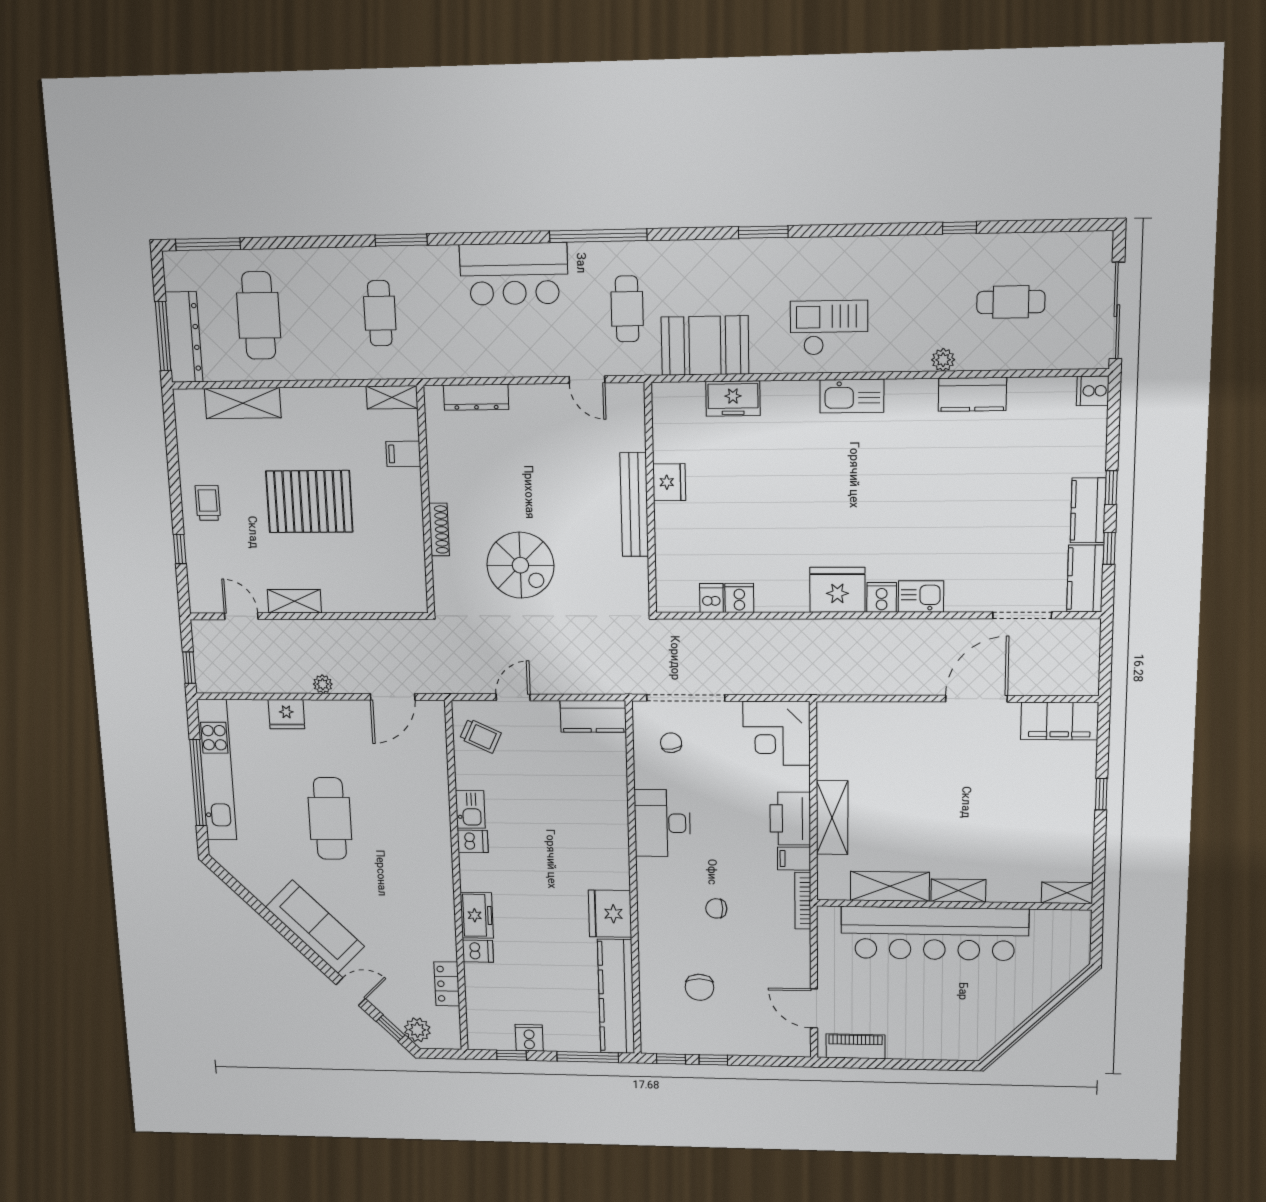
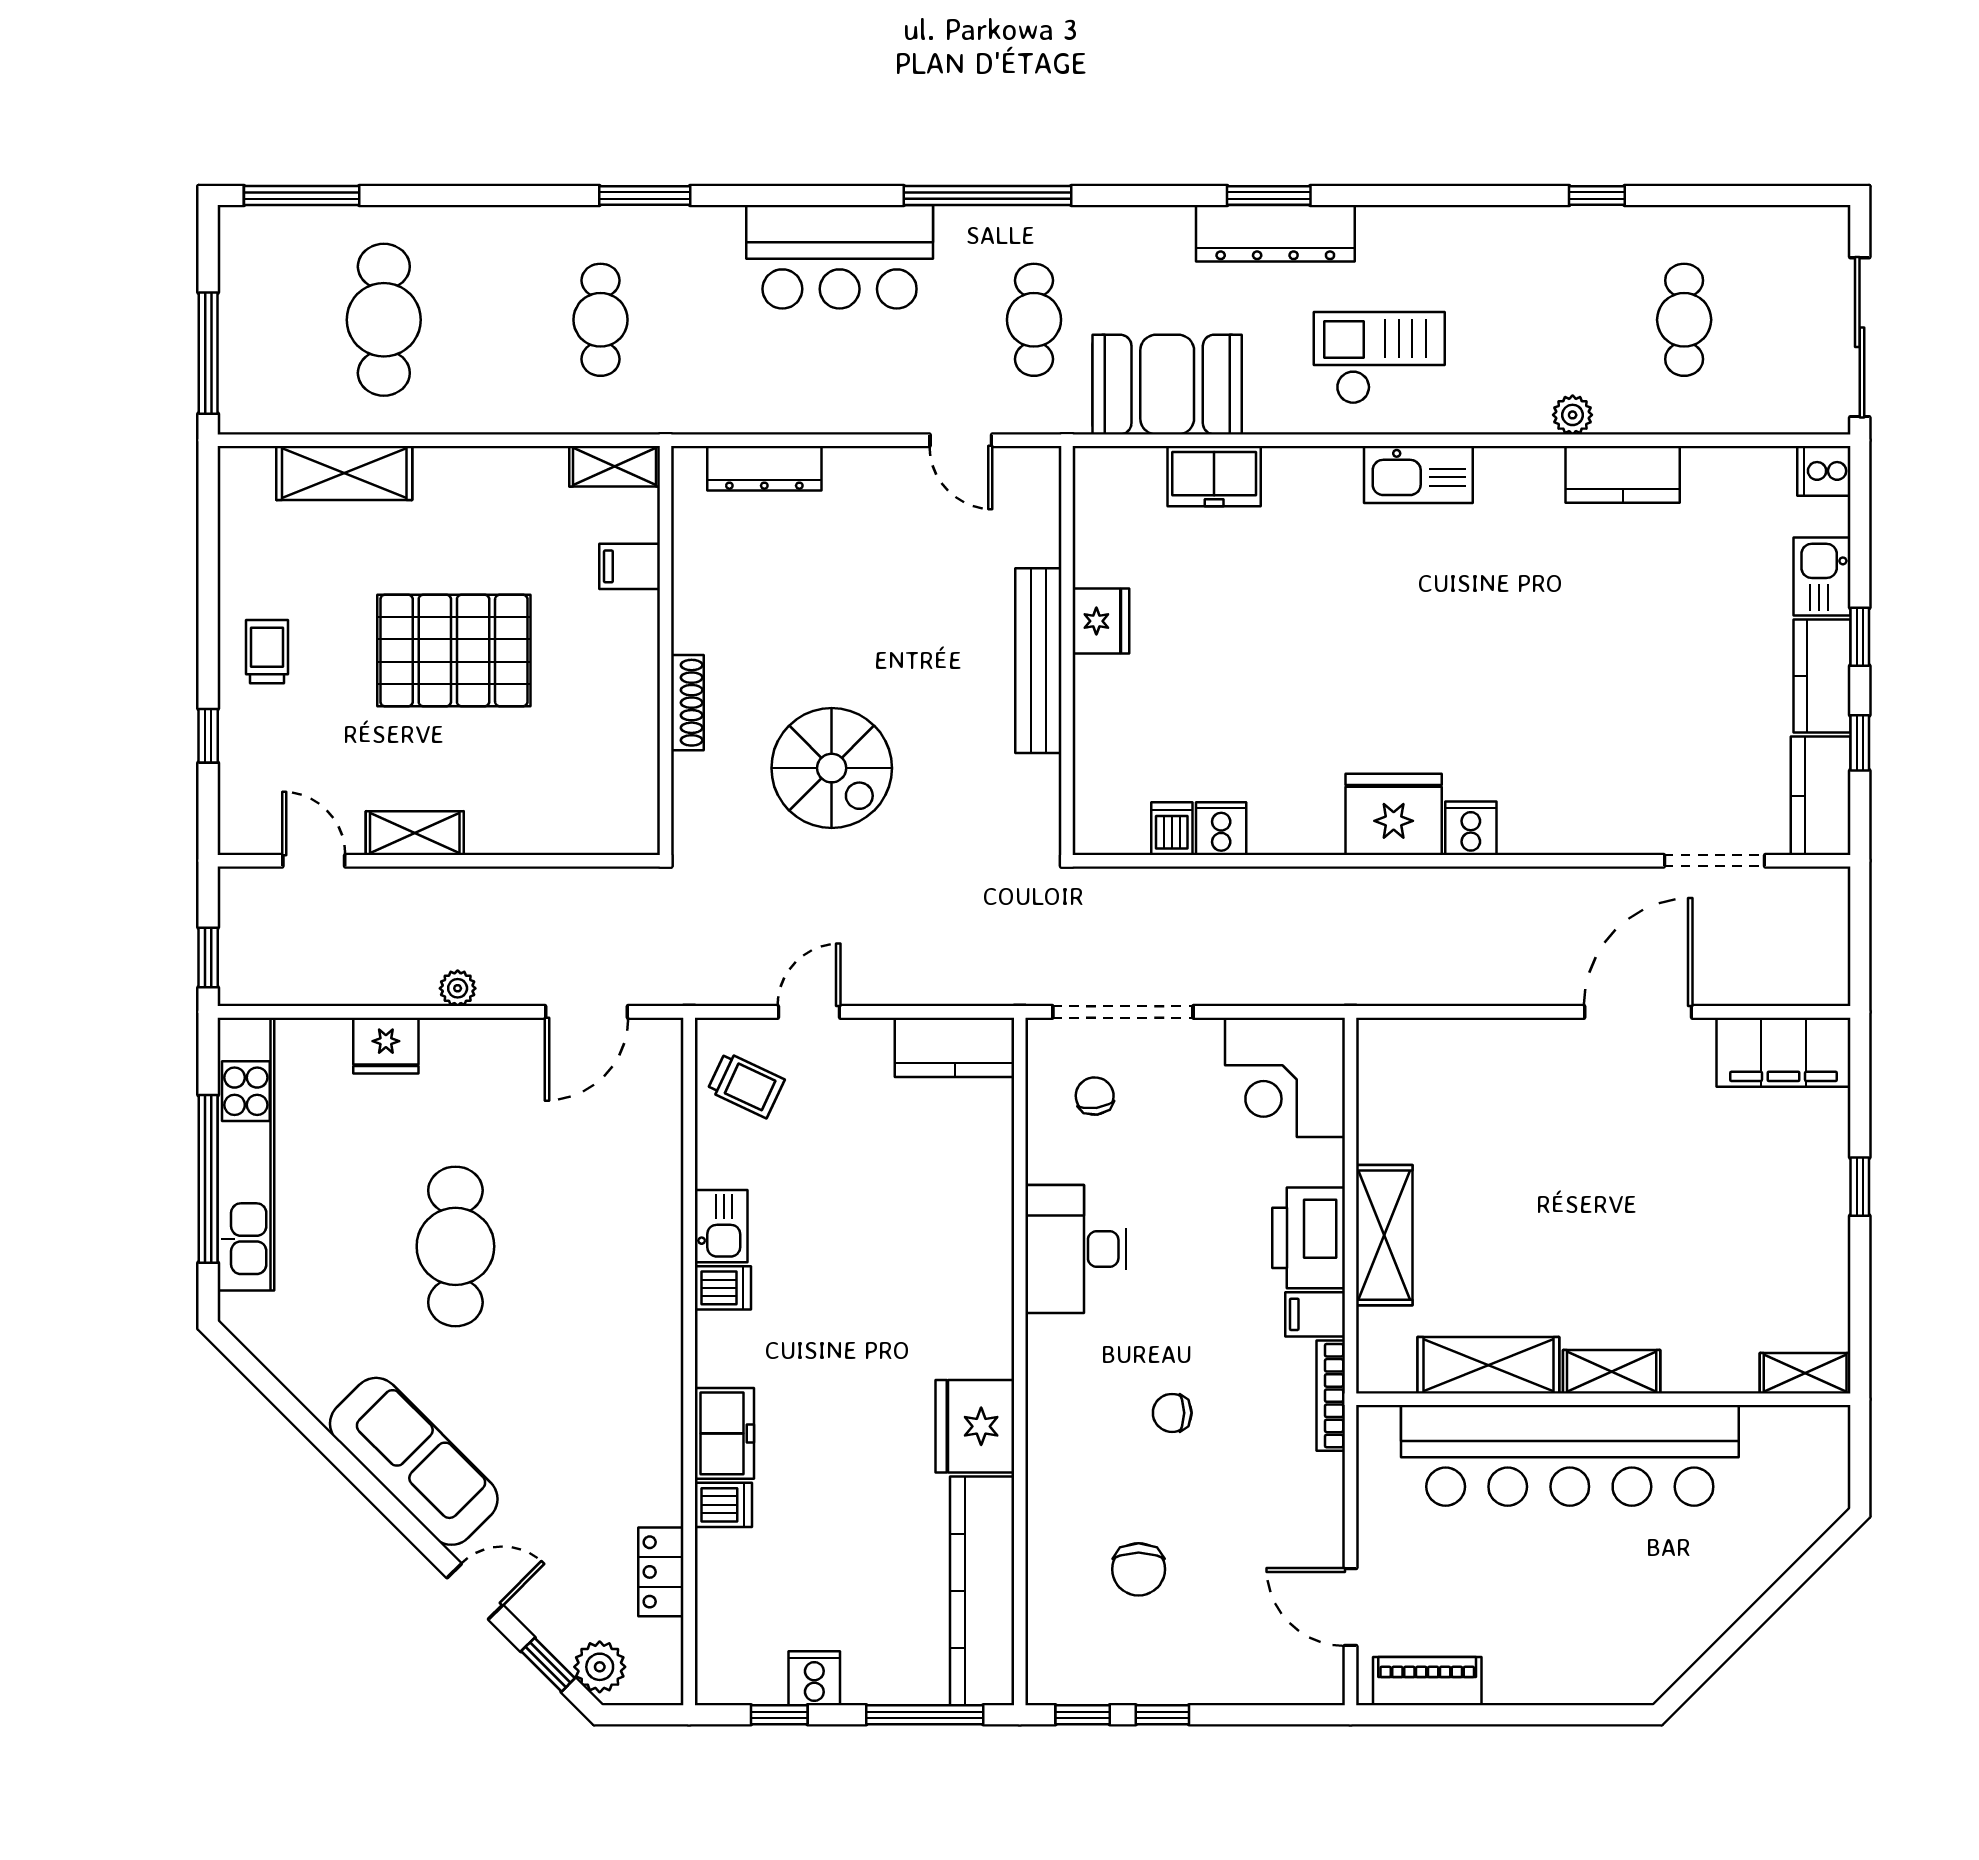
cafe table: (1011, 302) -> (1684, 320), turned 90
dresser: (184, 337) -> (1275, 233), moved, turned 90
kitchen sink: (921, 596) -> (1822, 577), moved, turned -90

